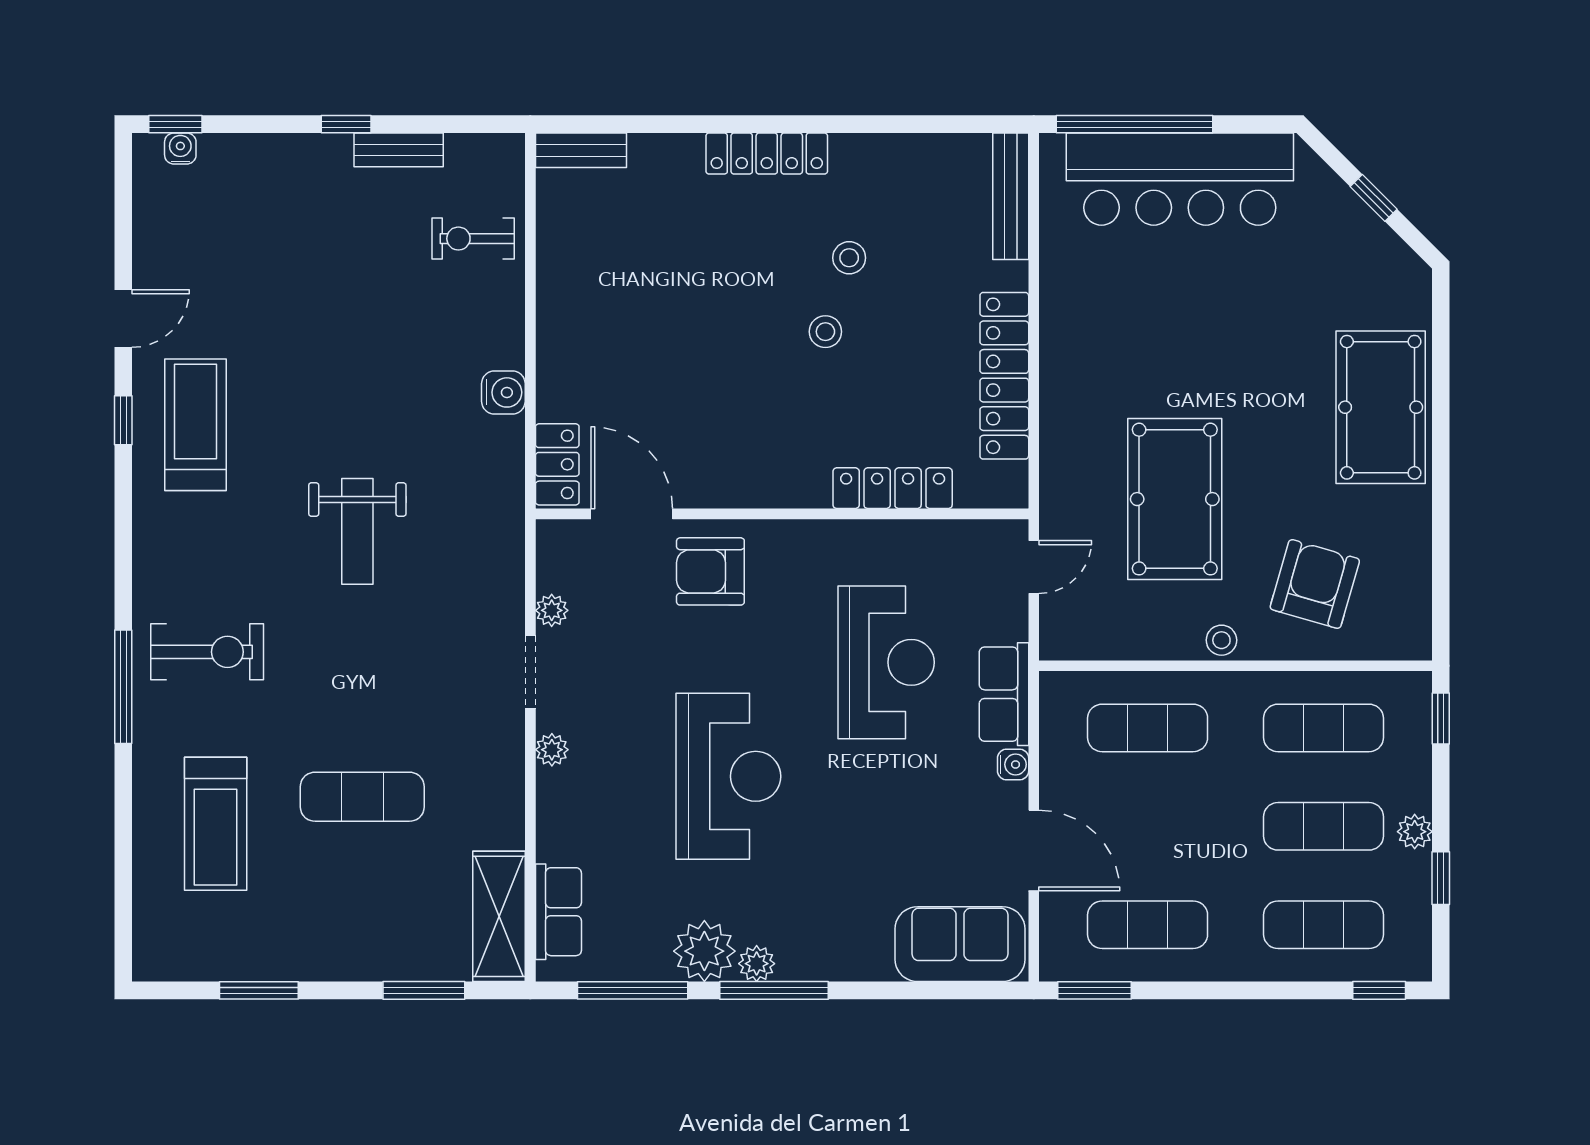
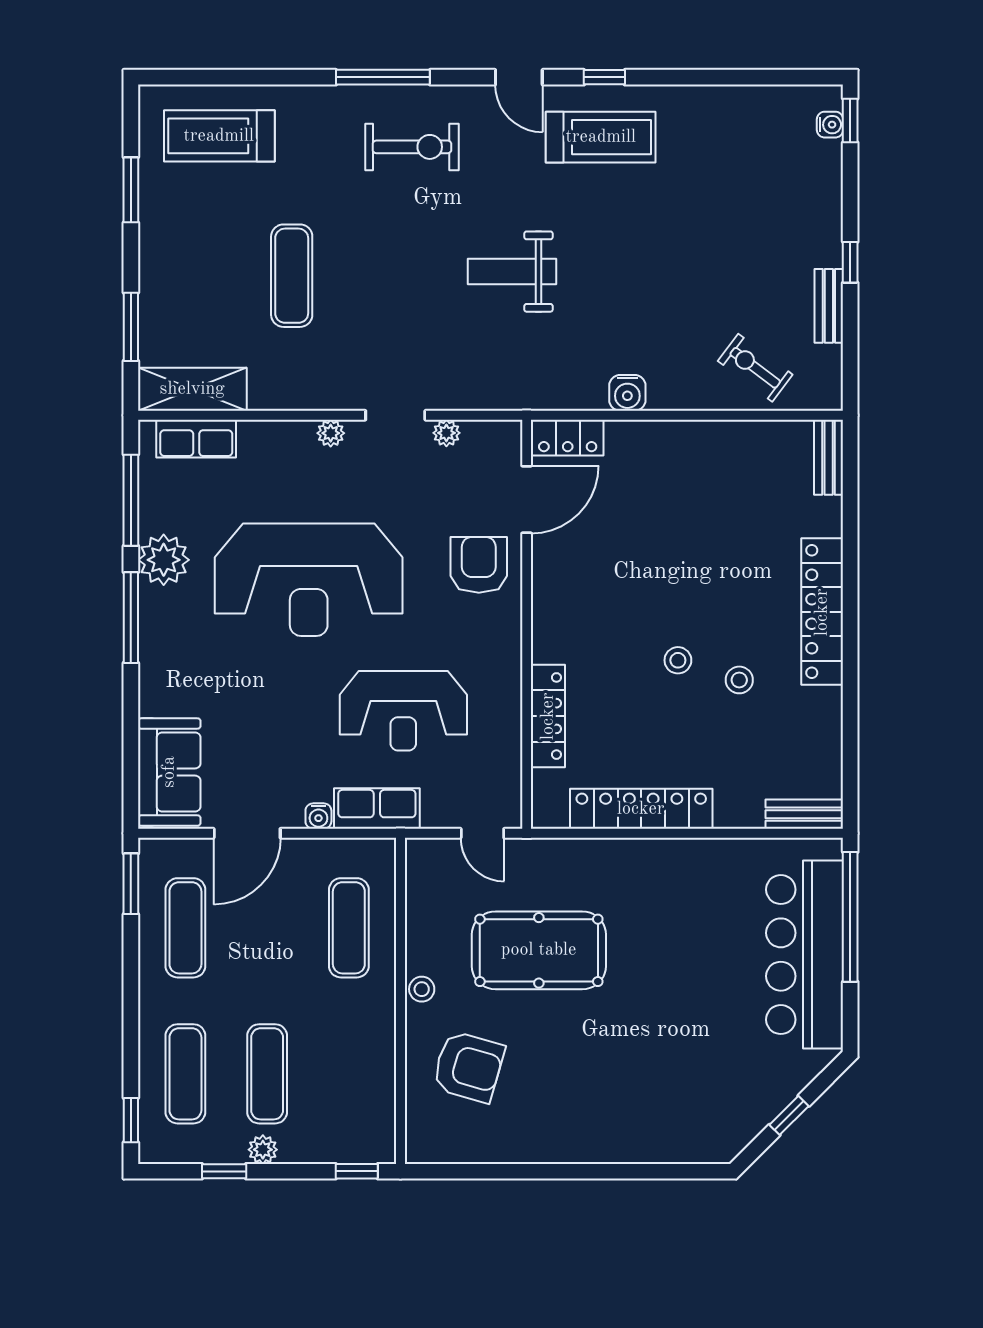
locker: (767, 154) -> (822, 612), width x1.41, depth x1.21
bench: (1011, 196) -> (804, 814), width x0.73
exercise bike: (473, 239) -> (755, 368), turned -53
door: (123, 318) -> (519, 77), moved
pool table: (1381, 407) -> (615, 1121), removed
exercise bike: (207, 652) -> (412, 147), turned -90
exercise mat: (1323, 728) -> (349, 1074), removed
reception desk: (728, 776) -> (309, 580), width x1.36, depth x1.30
treadmill: (216, 824) -> (219, 136), moved
plant: (757, 964) -> (153, 603), removed

